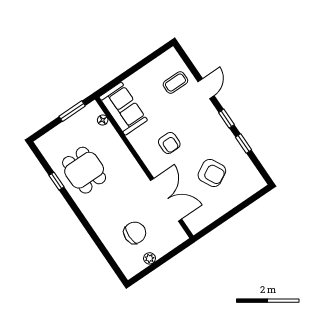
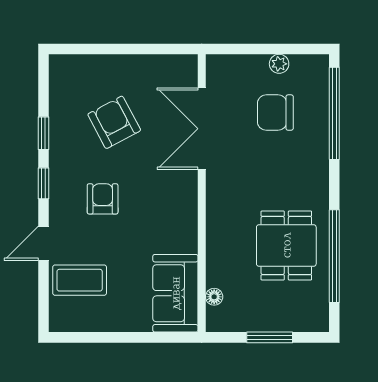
coffee table: (175, 83) -> (80, 280), width x1.36, depth x1.30
window: (72, 111) -> (270, 337), moved
armchair: (169, 143) -> (103, 199), moved
window: (57, 181) -> (334, 256), width x3.17
window: (105, 252) -> (334, 113), added

